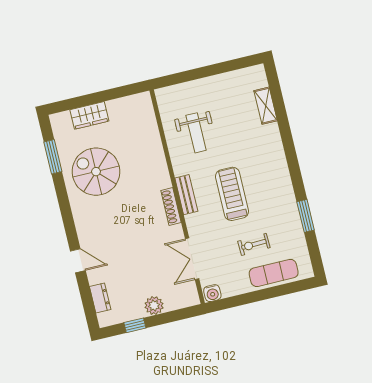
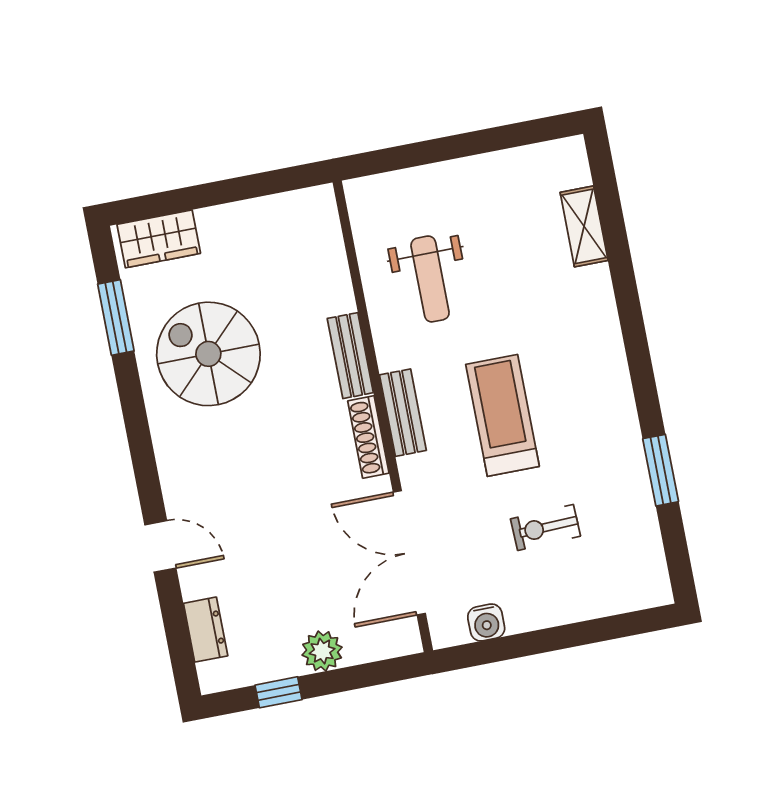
wardrobe: (89, 115) -> (159, 239), moved
bench: (161, 170) -> (350, 356), added
double door: (192, 259) -> (409, 553), width x1.37
exercise mat: (274, 273) -> (585, 592), removed
water cooler: (212, 293) -> (486, 623), moved

